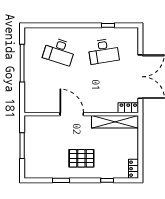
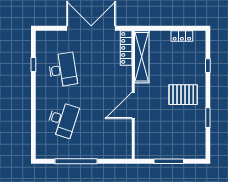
locker: (128, 108) -> (126, 48), width x1.53
pallet: (81, 158) -> (183, 95), turned 90
locker: (134, 169) -> (182, 36), moved

